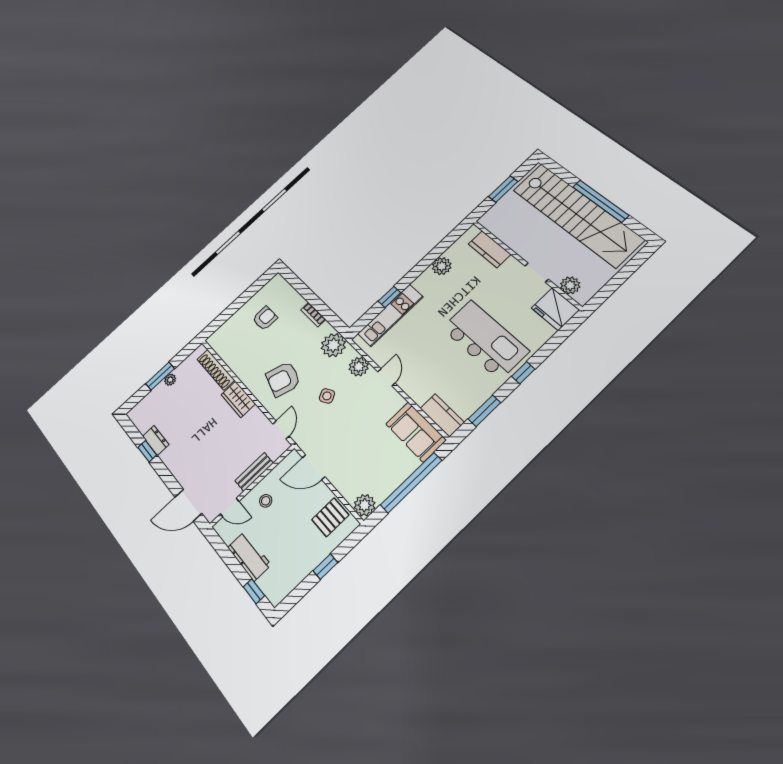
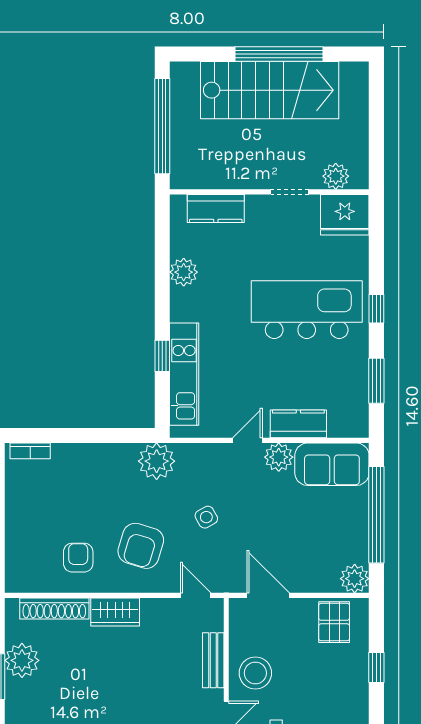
window: (503, 189) -> (162, 126), width x2.11
stairs: (577, 214) -> (270, 90), width x0.73
bookcase: (313, 315) -> (30, 451), moved
armchair: (265, 318) -> (78, 558), moved
plant: (359, 367) -> (279, 457), moved
door: (386, 377) -> (248, 440), hinge flipped
plant: (170, 380) -> (22, 660), width x1.88, depth x1.88
kitchen counter: (442, 415) -> (298, 424), moved
door: (314, 467) -> (268, 595), swing flipped
stool: (266, 501) -> (255, 673), width x1.89, depth x1.89

